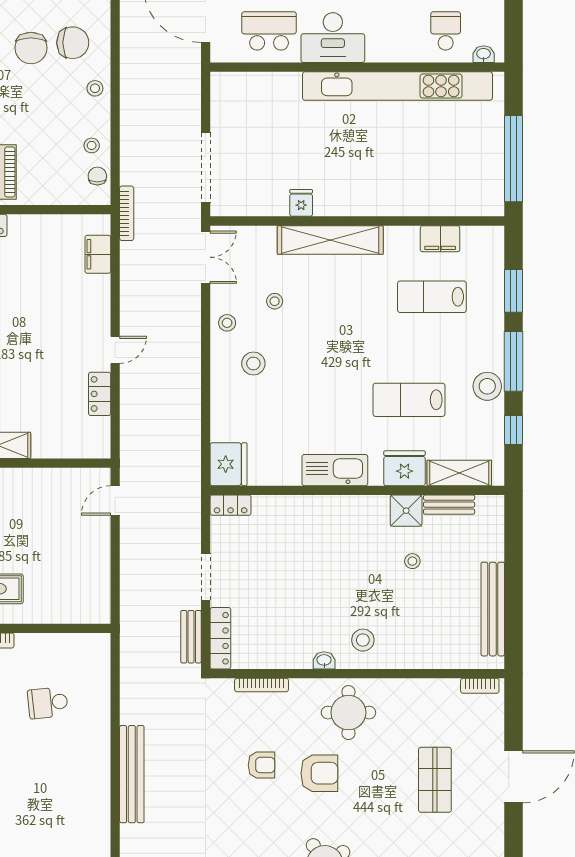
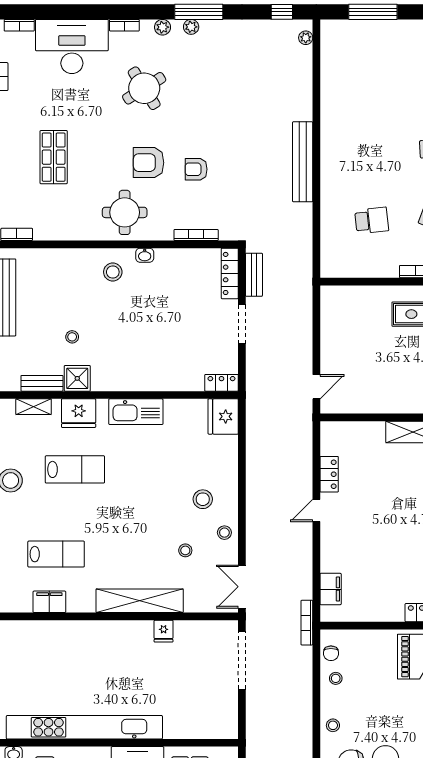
shelving: (459, 473) -> (34, 407), width x0.67, depth x0.75

